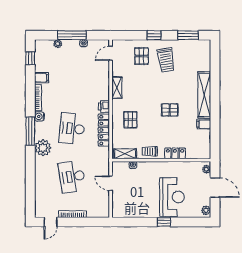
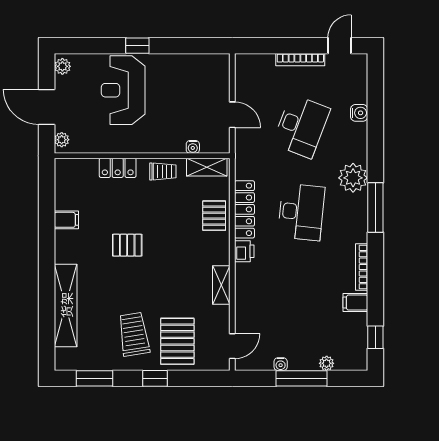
pallet: (142, 56) -> (177, 341), width x1.50, depth x1.42
shelving: (204, 95) -> (66, 305), moved
water cooler: (39, 116) -> (359, 113), moved
pallet: (130, 120) -> (214, 216), moved
desk: (72, 177) -> (301, 126), turned 30

